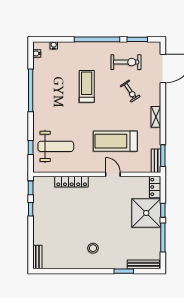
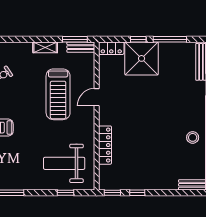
shelving: (156, 117) -> (45, 47), moved
weight bench: (56, 146) -> (64, 163), turned -90
stool: (93, 248) -> (193, 137), moved

